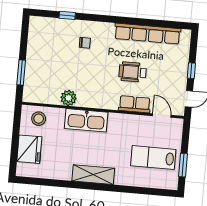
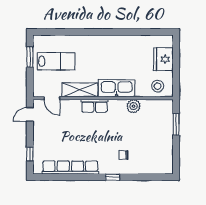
window: (67, 15) -> (113, 177), moved
window: (191, 71) -> (30, 154), moved
wheelchair: (133, 72) -> (80, 133), removed
row of seats: (135, 104) -> (95, 106), moved
shelving: (93, 175) -> (80, 90), moved

